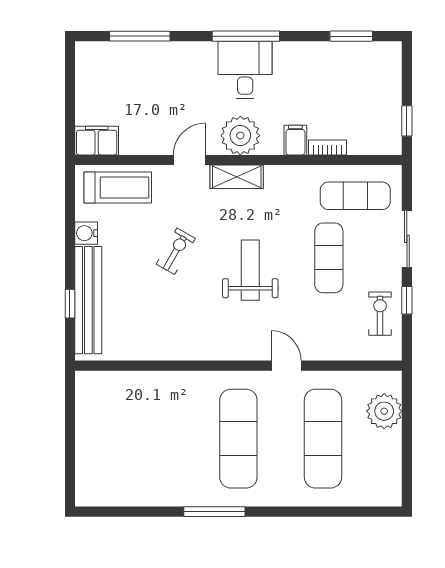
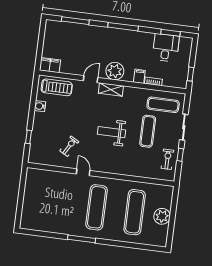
desk: (245, 70) -> (166, 48), moved
exercise bike: (176, 251) -> (69, 146), moved
weight bench: (250, 270) -> (112, 132), turned -90
bench: (88, 300) -> (37, 136), removed
door: (286, 366) -> (83, 172), moved
plant: (384, 411) -> (162, 216), moved

